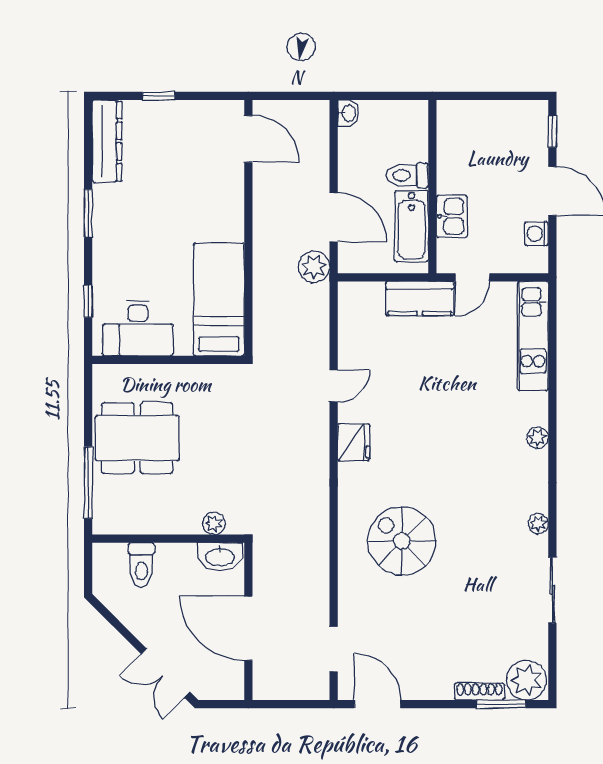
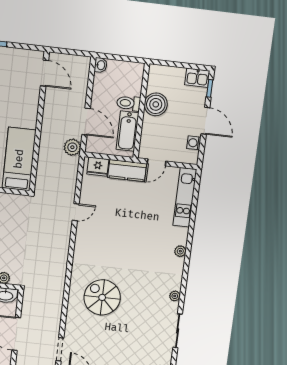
boiler: (457, 172) -> (156, 104), added
kitchen sink: (452, 216) -> (197, 78), moved, turned 90
fridge: (354, 442) -> (98, 167), moved, turned 90

